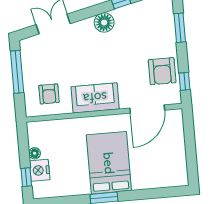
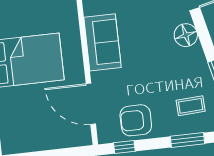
floor lamp: (104, 23) -> (186, 35), moved
coffee table: (151, 24) -> (191, 106), added

